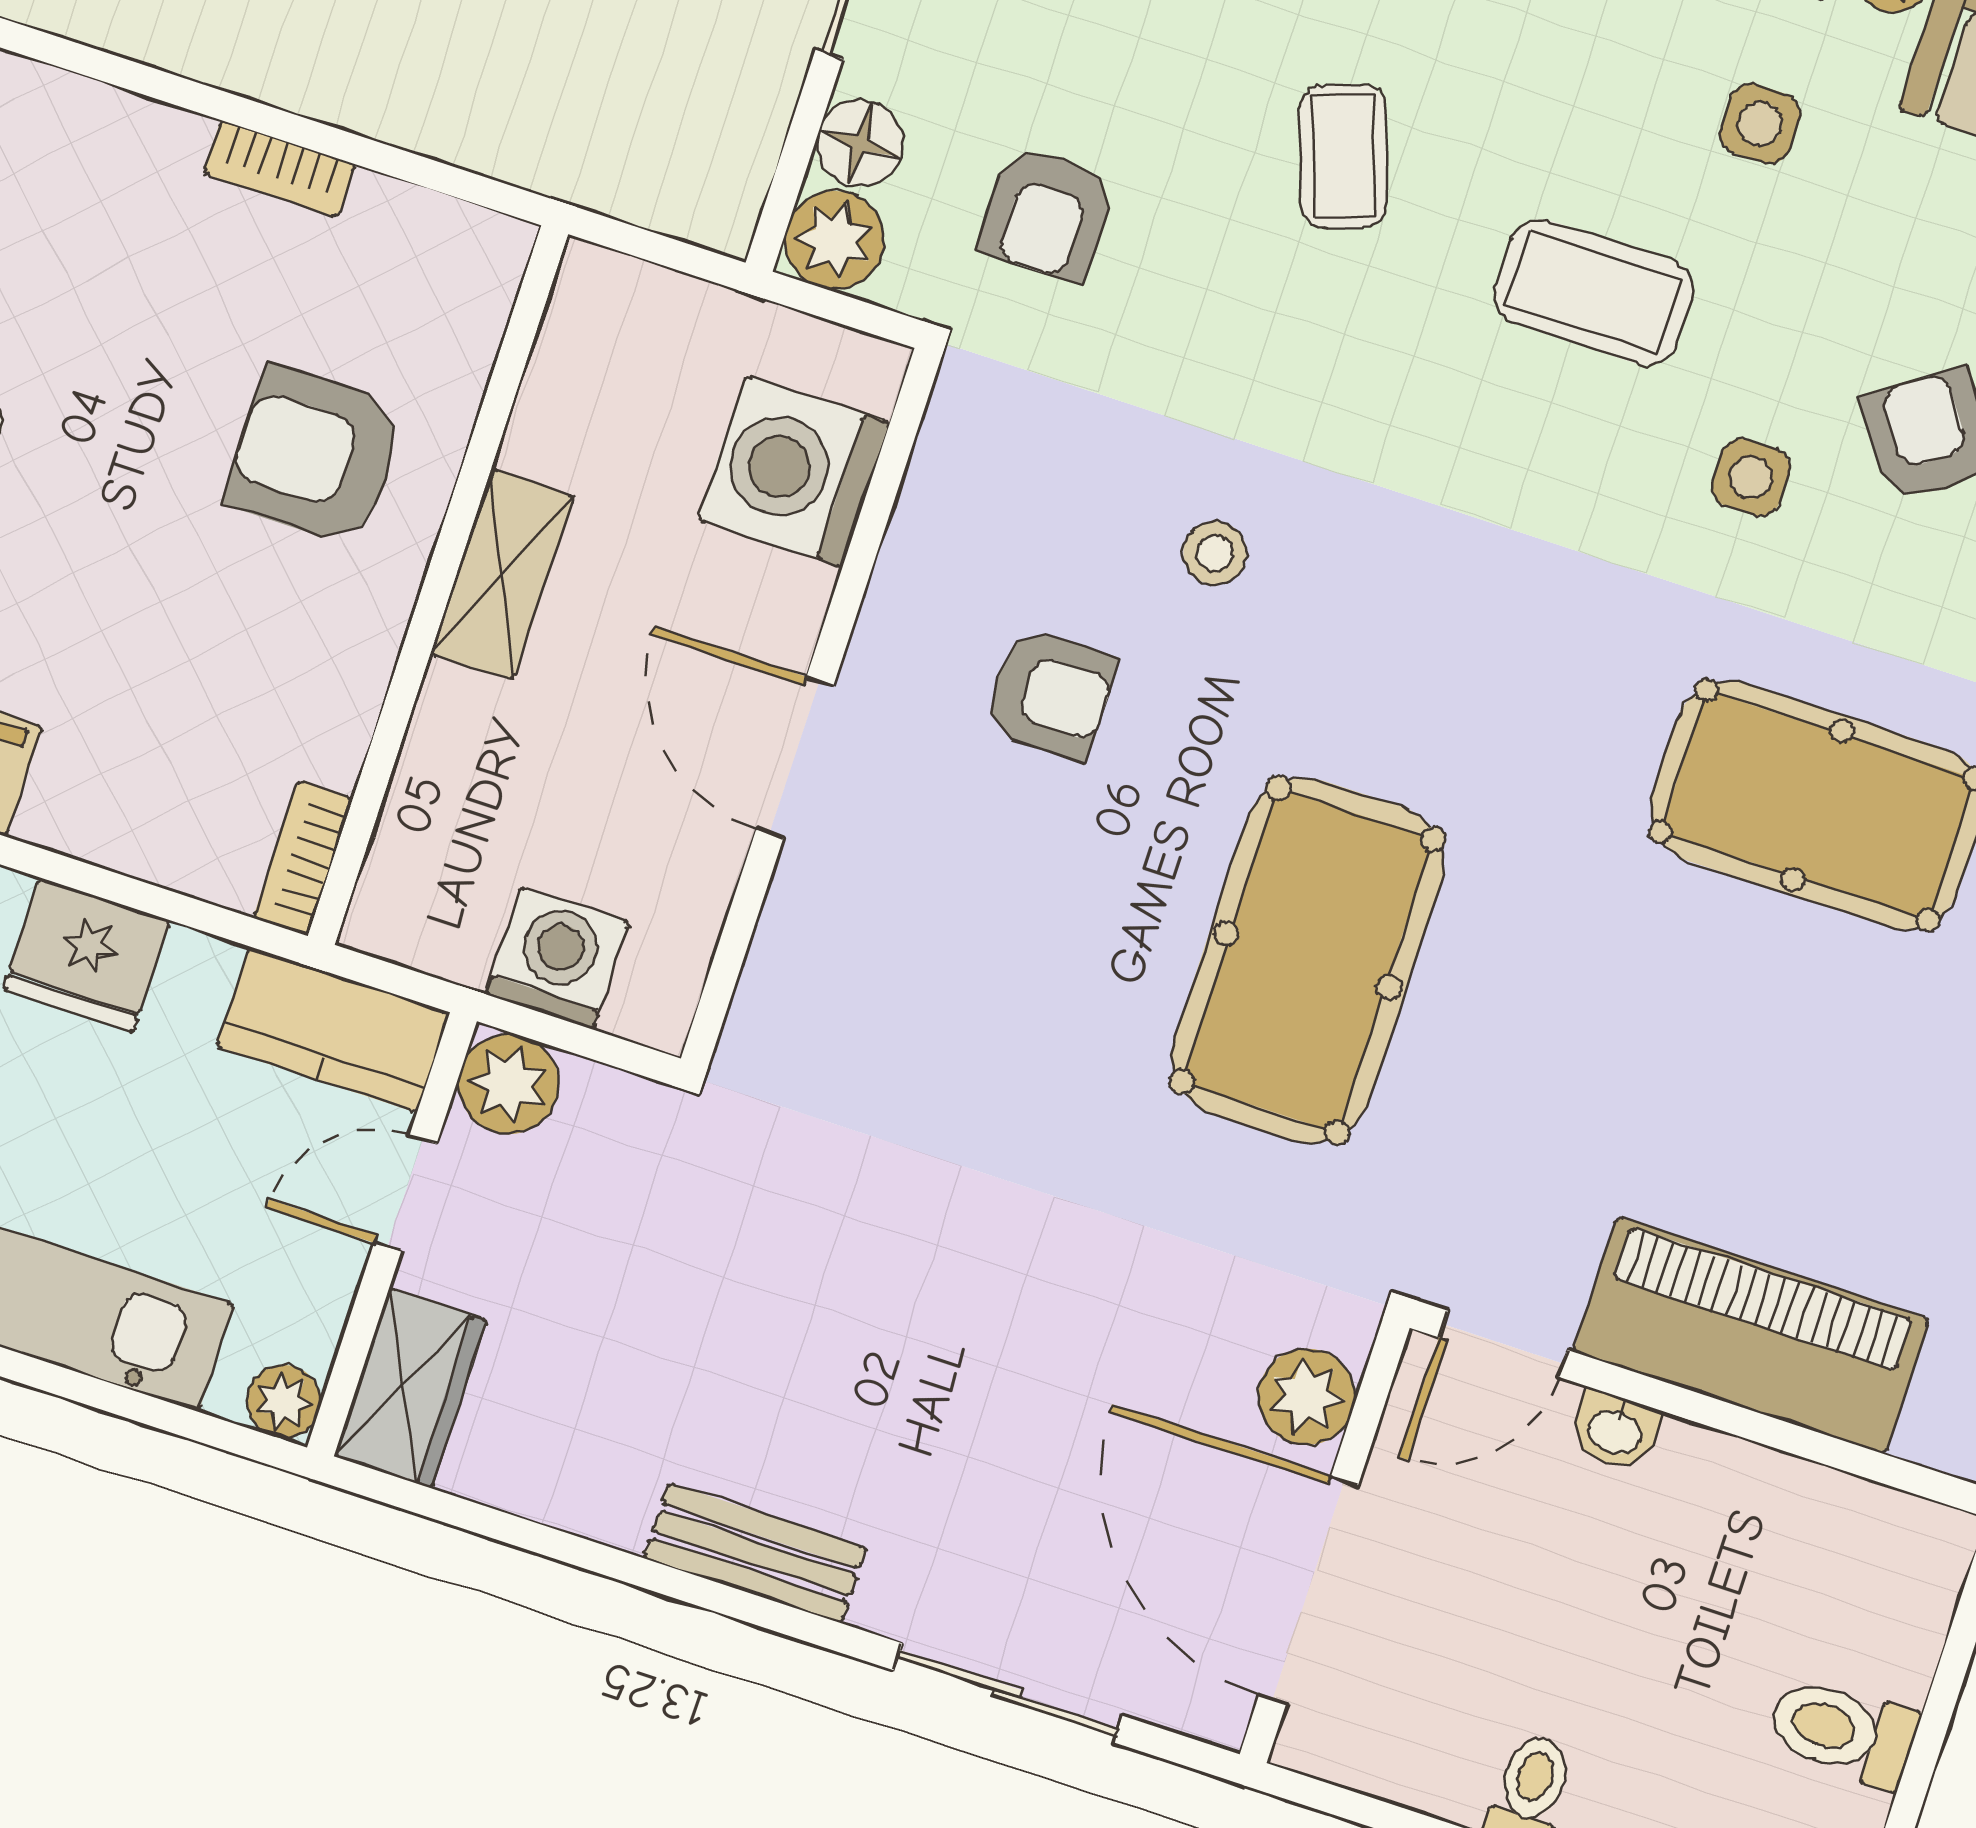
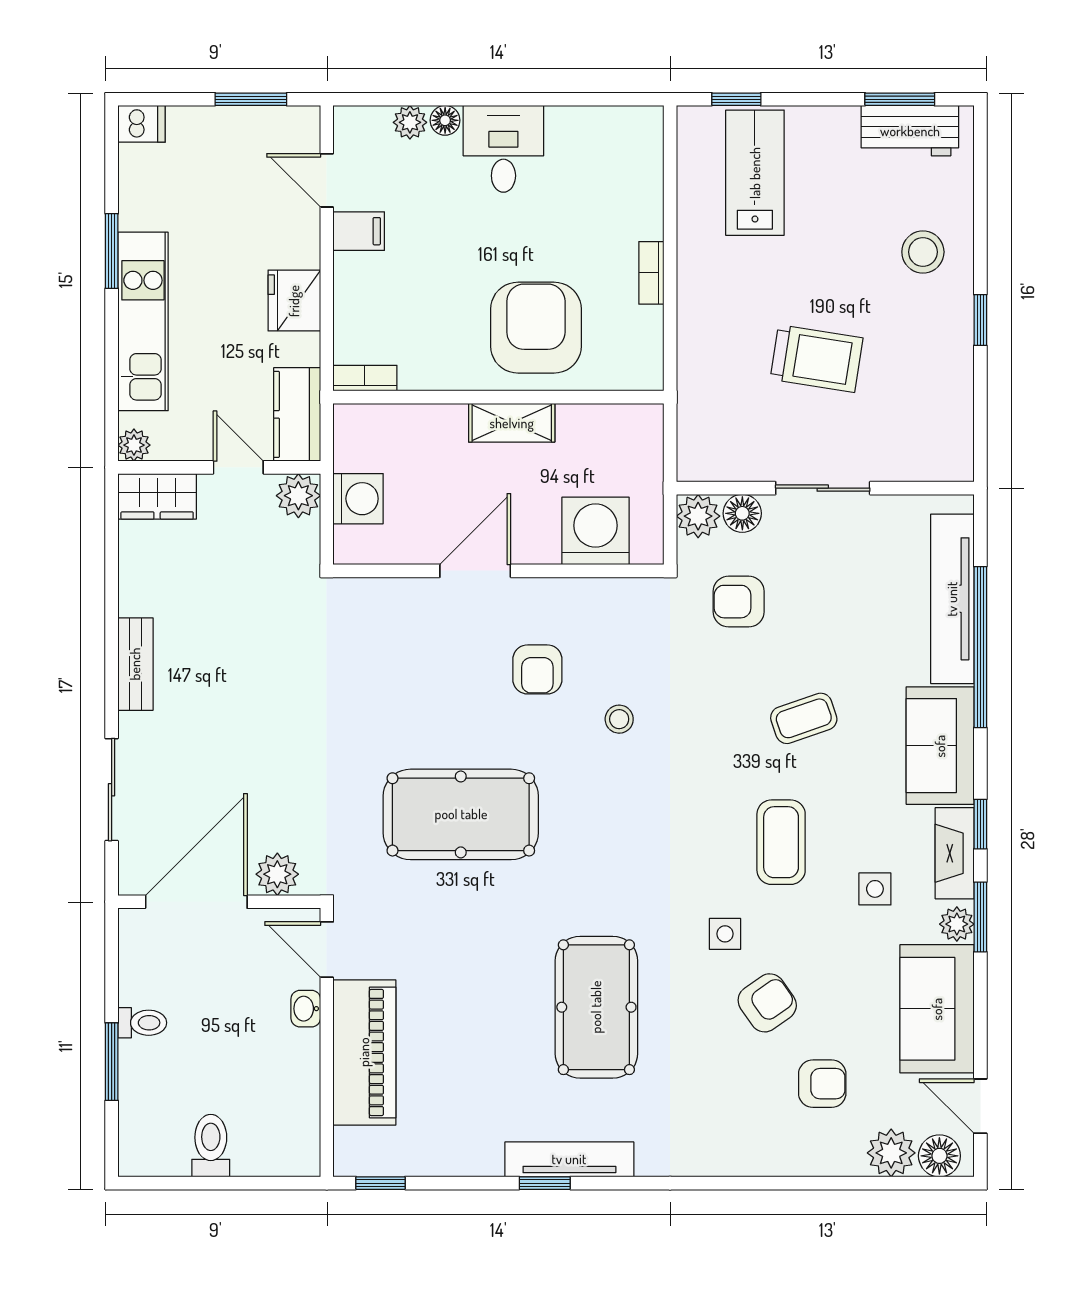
armchair: (315, 455) -> (536, 328), width x1.36, depth x1.36

